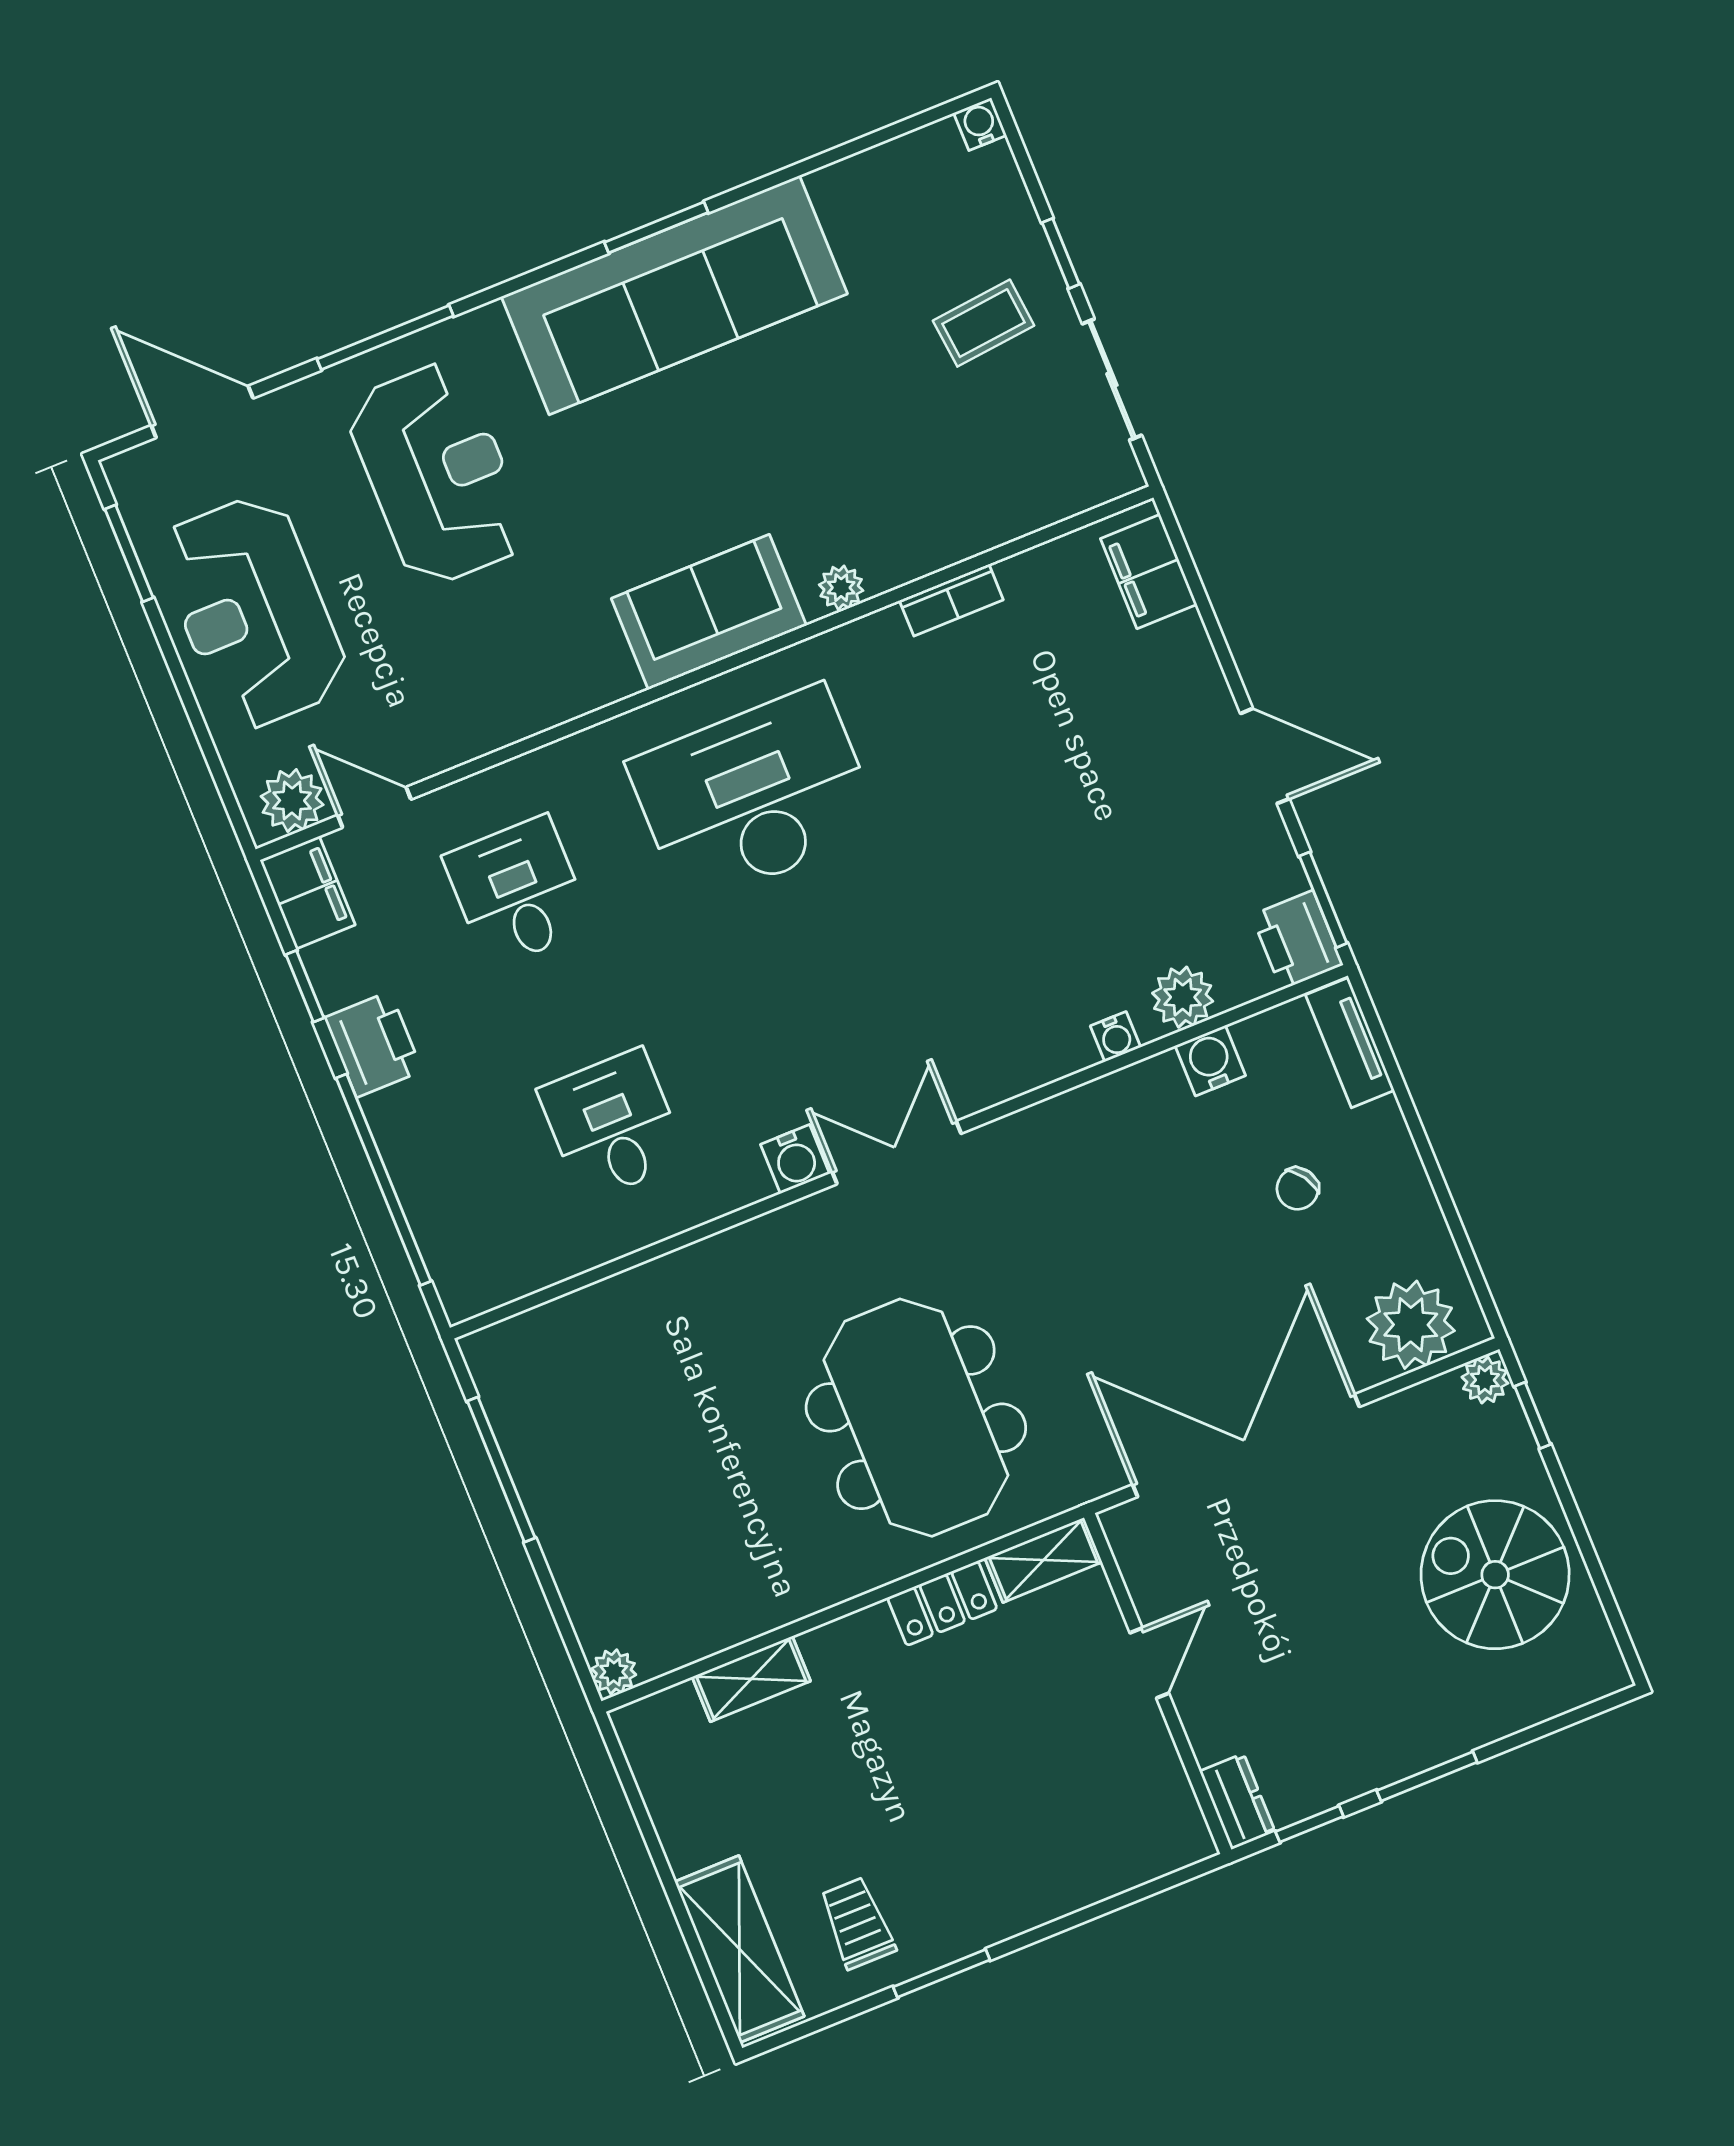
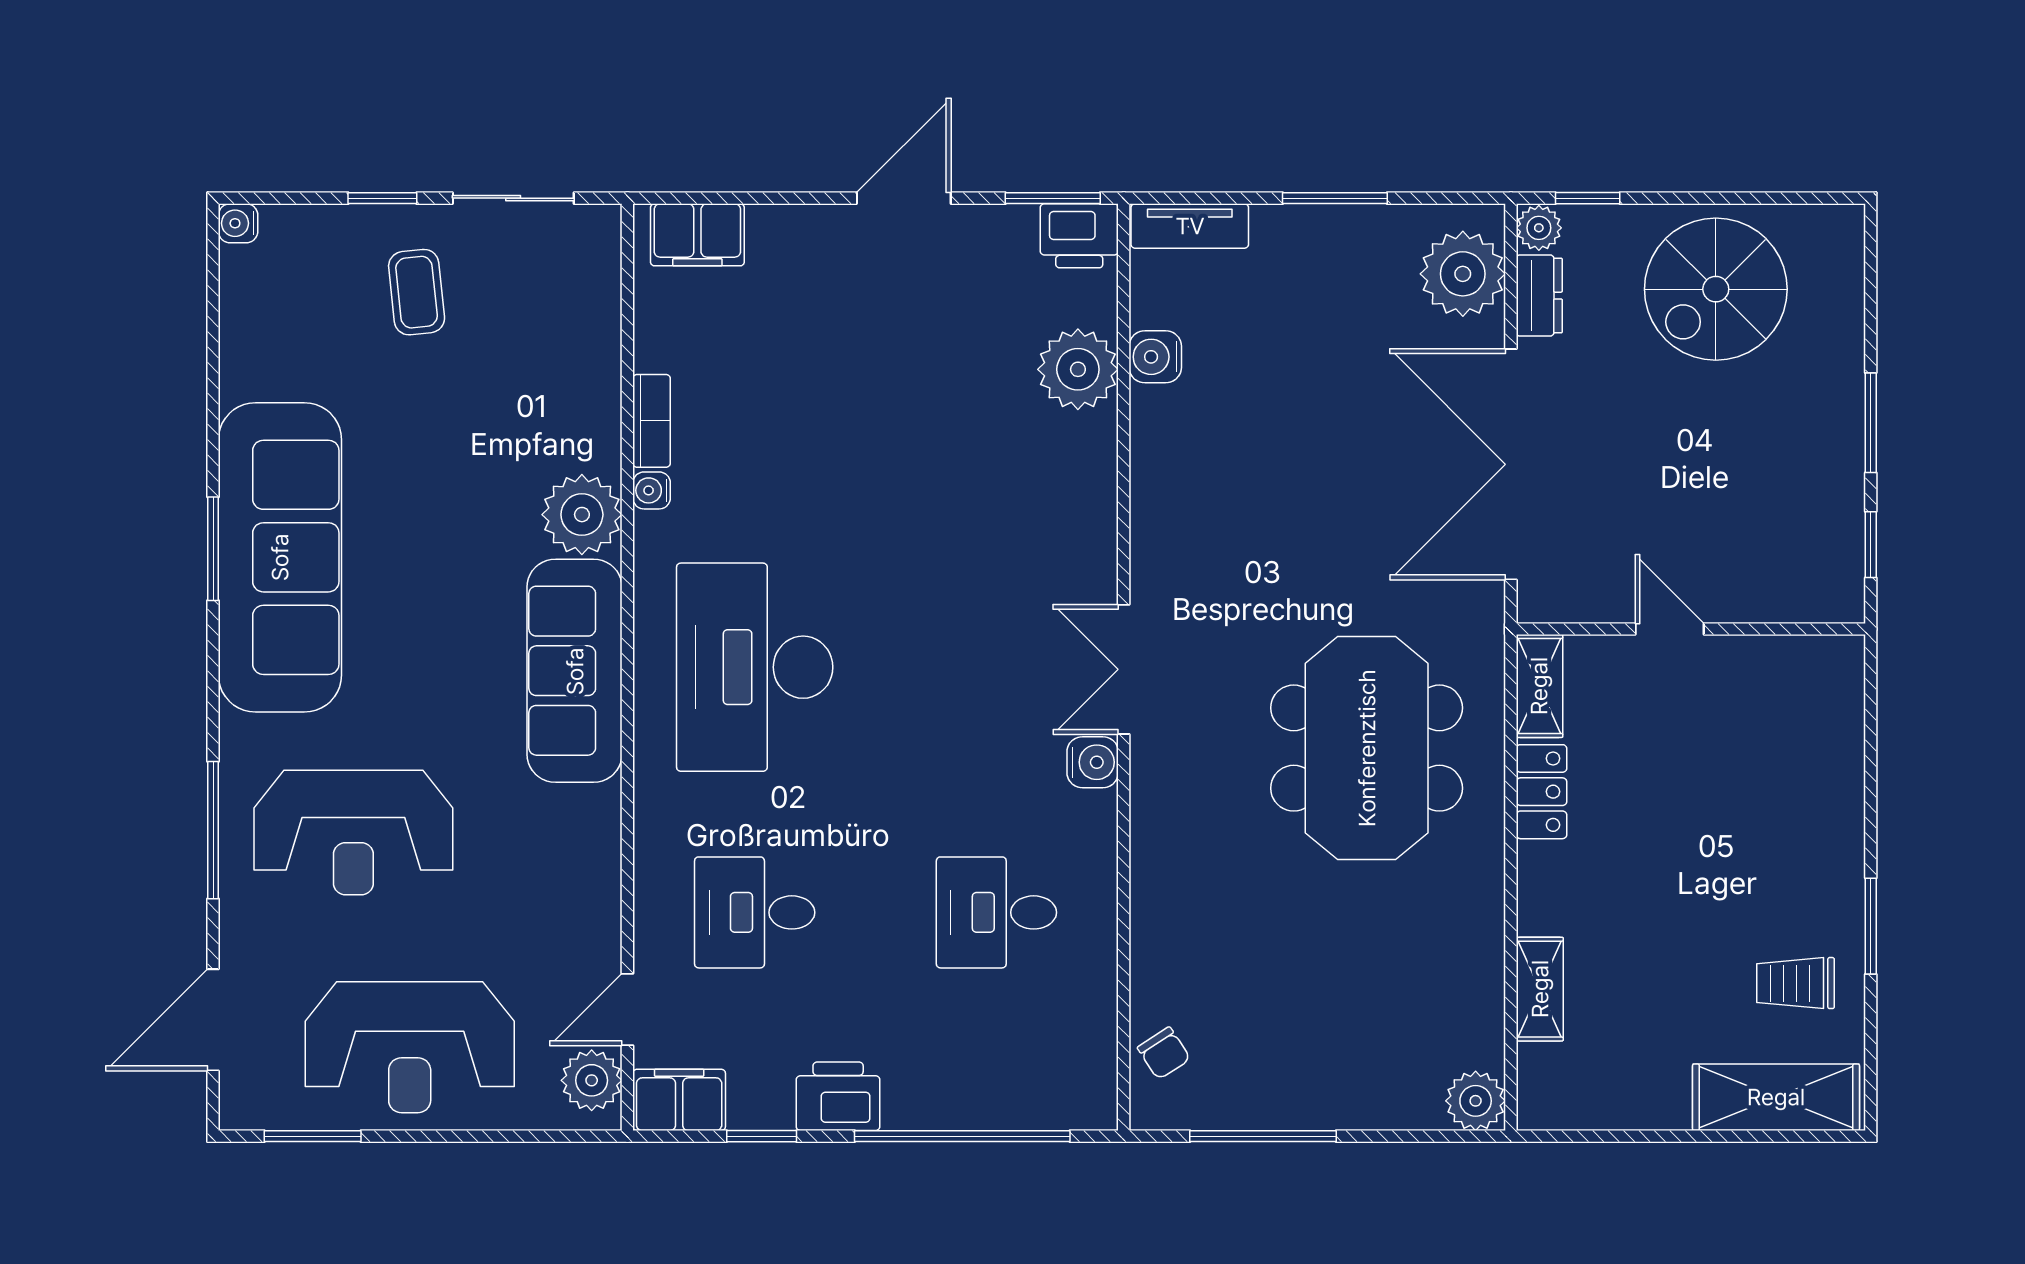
reception desk: (438, 474) -> (353, 833), turned 180
plant: (841, 588) -> (582, 515), width x1.88, depth x1.88
sofa: (709, 612) -> (575, 671), width x1.36
plant: (1183, 997) -> (1078, 369), width x1.36, depth x1.36
water cooler: (1116, 1037) -> (652, 490), moved, turned 180
window: (1434, 1172) -> (1335, 198), added
chair: (1298, 1189) -> (1164, 1053), moved
meeting table: (916, 1418) -> (1367, 748), turned 90
plant: (614, 1672) -> (1476, 1101), width x1.38, depth x1.38
dresser: (1237, 1801) -> (1539, 296), moved, turned 90

